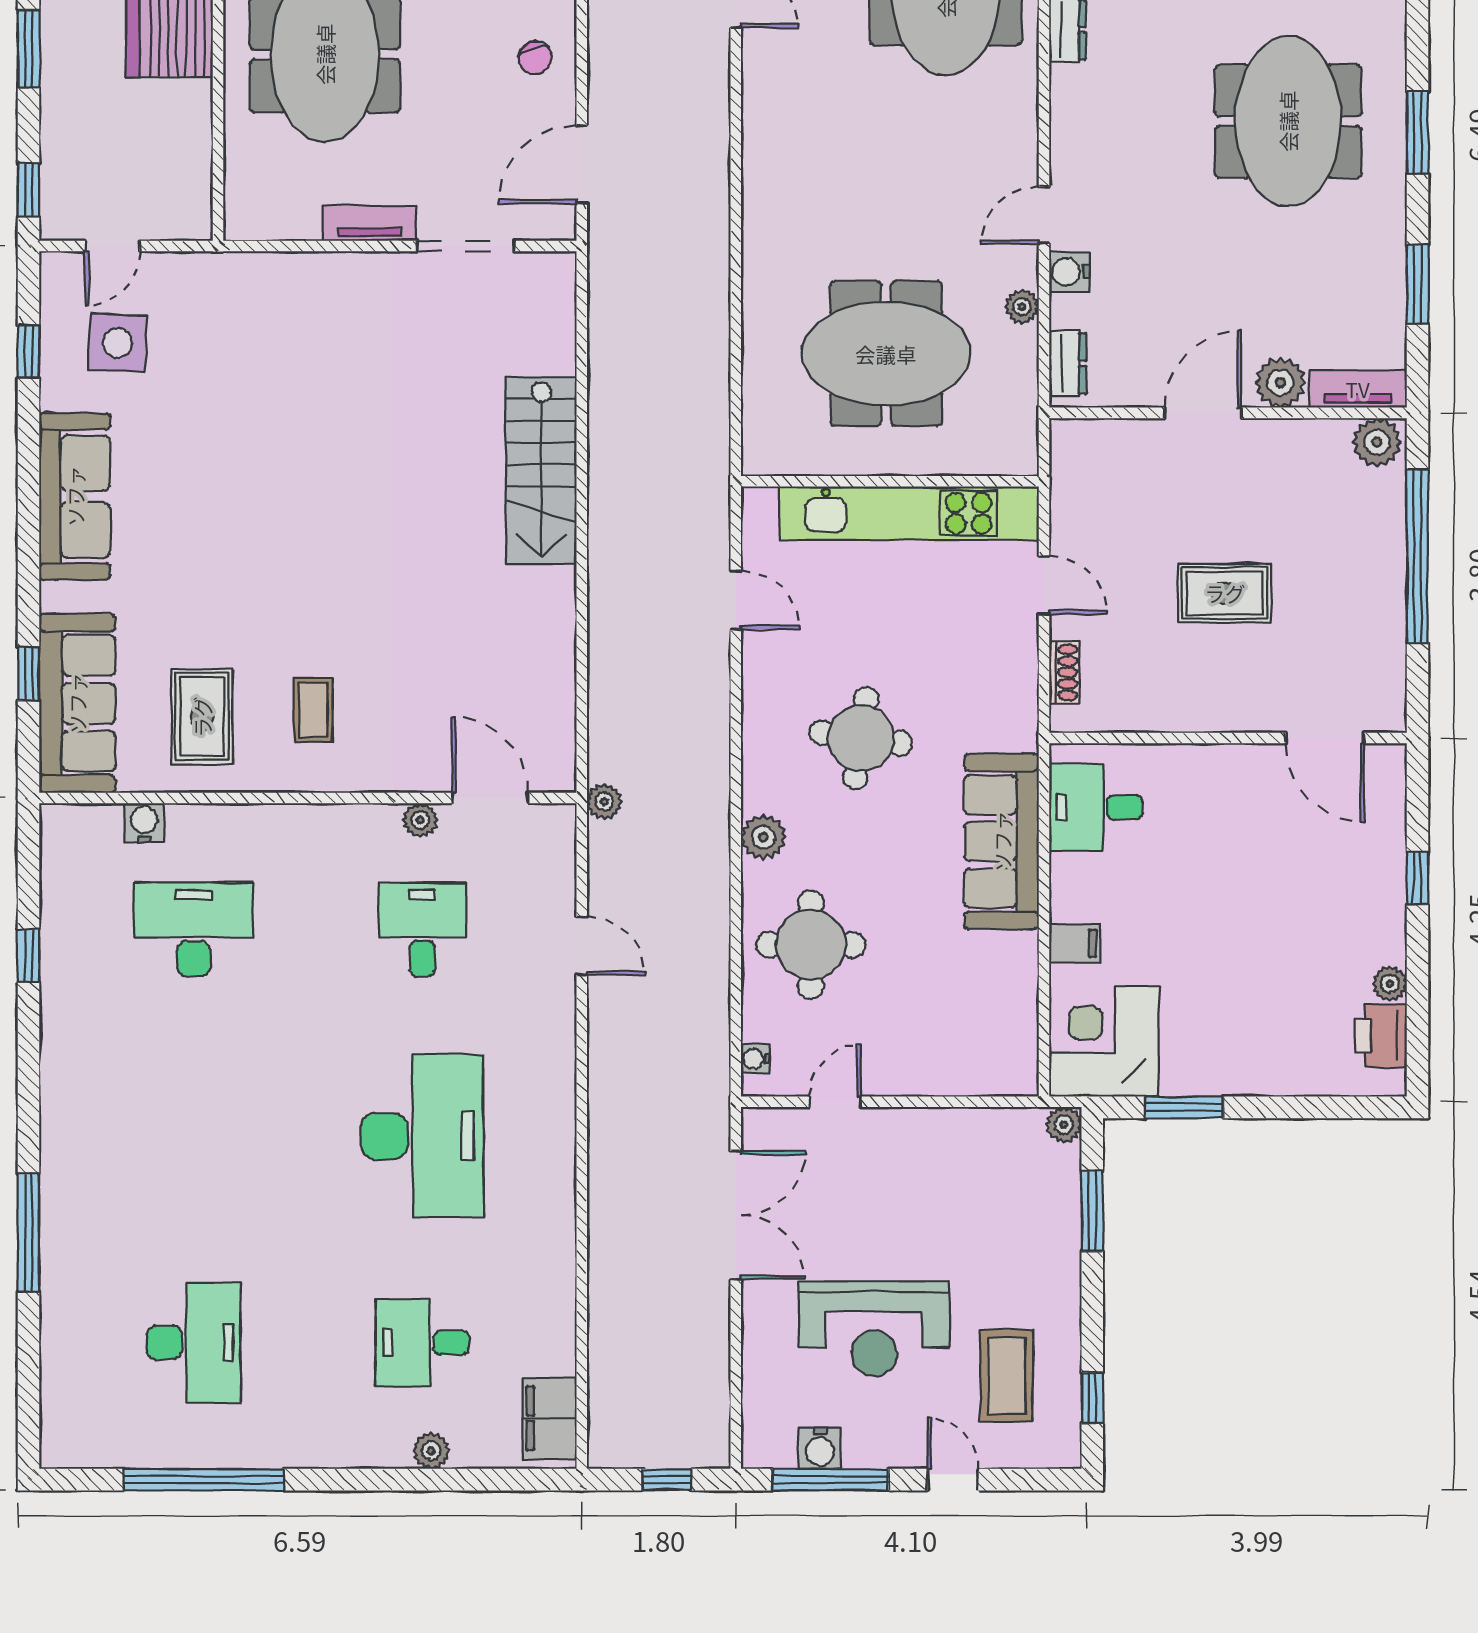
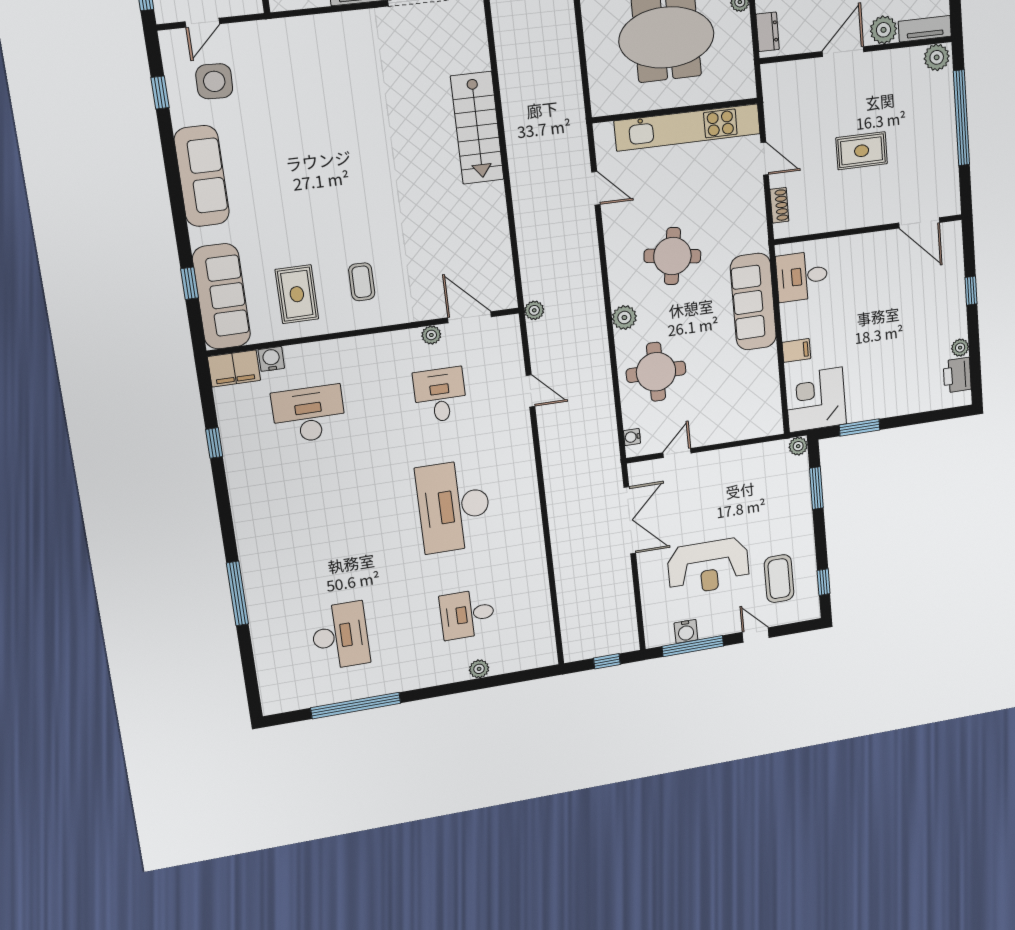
desk: (422, 1136) -> (454, 506), turned 180
filing cabinet: (549, 1418) -> (234, 368), moved, turned -90

